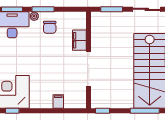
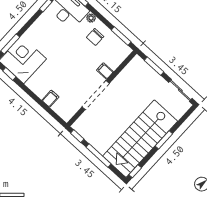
window: (43, 9) -> (121, 36), moved
filing cabinet: (79, 40) -> (105, 71), width x0.50
window: (145, 111) -> (98, 156), moved

